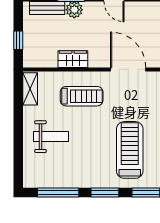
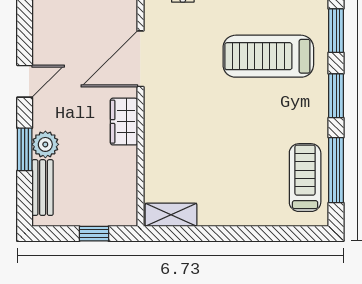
wardrobe: (73, 59) -> (124, 122), moved
treadmill: (82, 96) -> (305, 178), moved
weight bench: (51, 137) -> (247, 181), removed

